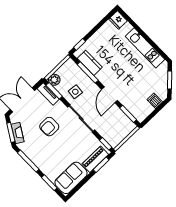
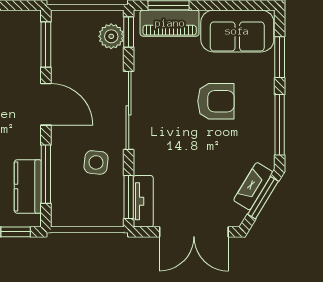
plant: (54, 80) -> (111, 36), moved
door: (110, 95) -> (46, 104), hinge flipped
armchair: (49, 127) -> (216, 101), moved

